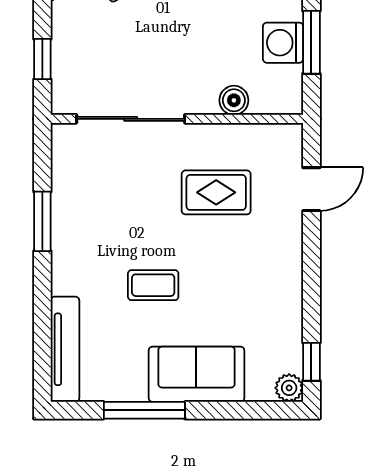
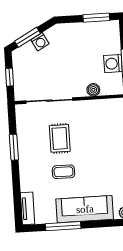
rug: (216, 192) -> (60, 138), moved, turned 90
tv unit: (65, 349) -> (28, 208), width x0.71
sofa: (196, 374) -> (85, 209), width x1.36

